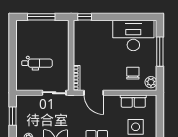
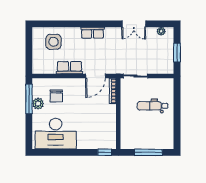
window: (160, 52) -> (29, 99), moved
plant: (151, 82) -> (38, 104), moved
door: (94, 93) -> (96, 76), swing flipped
row of seats: (133, 101) -> (69, 68), moved

